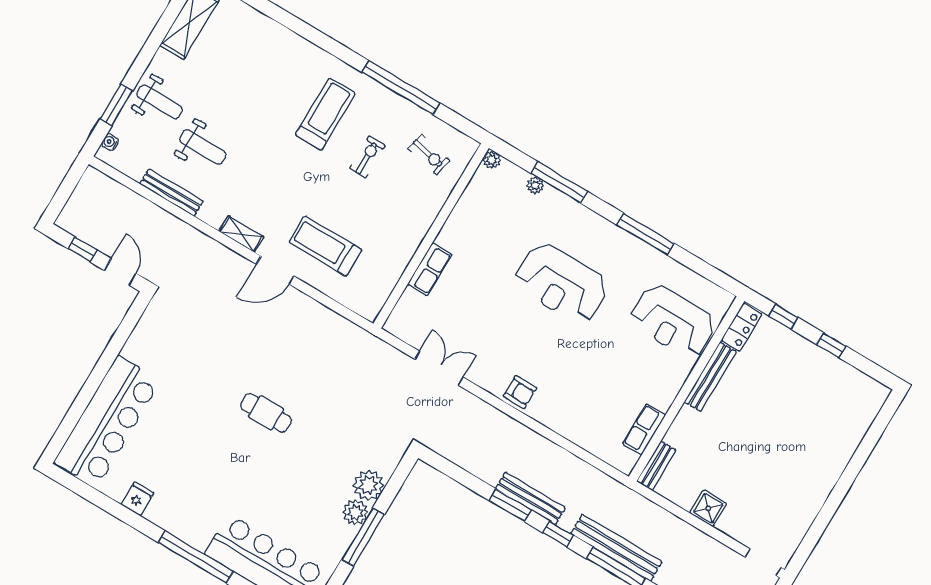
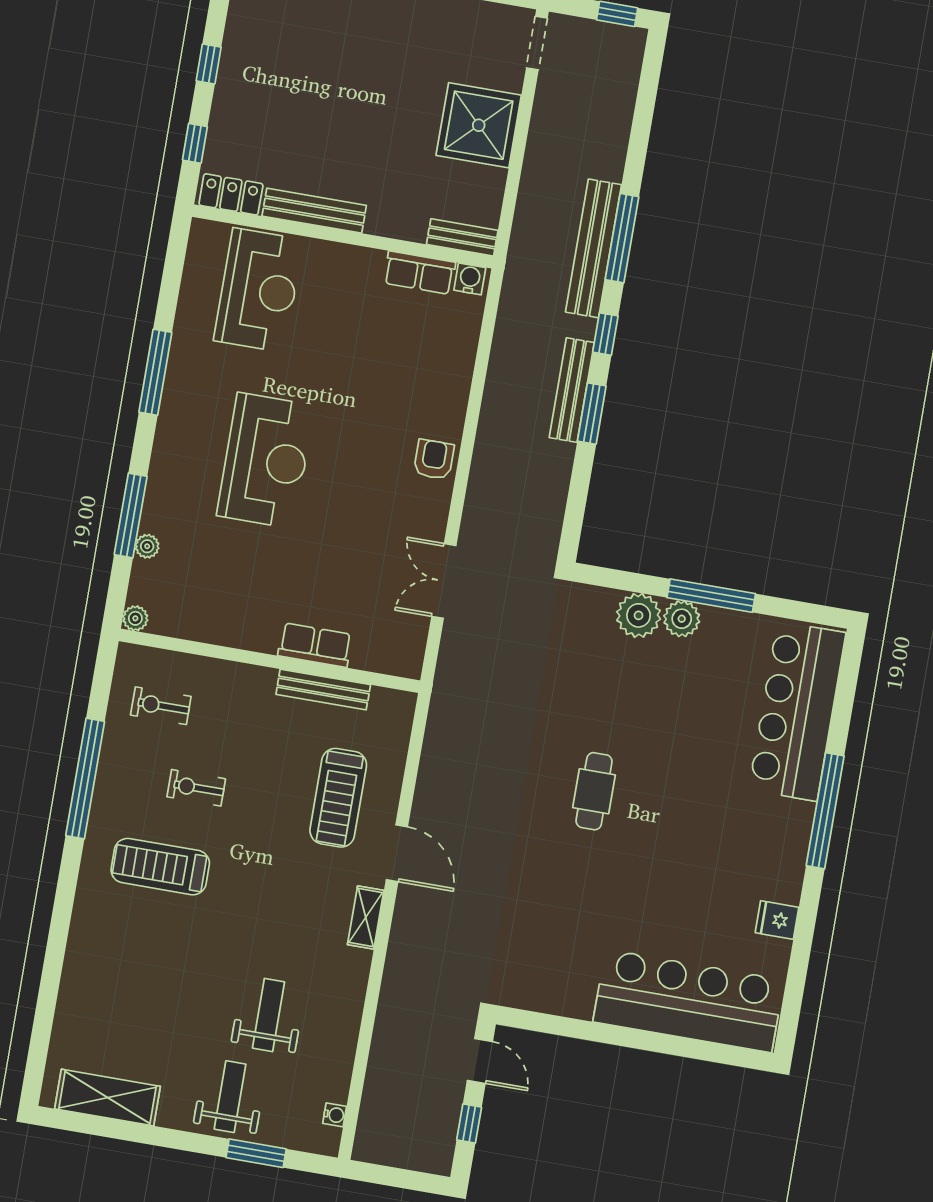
water cooler: (110, 142) -> (335, 1115), moved, turned -90
exercise bike: (429, 155) -> (161, 706), turned -102
bench: (171, 193) -> (323, 689), moved, turned 90
door: (120, 272) -> (480, 1061), swing flipped
water cooler: (628, 460) -> (470, 279), added
shower: (708, 508) -> (479, 125), width x1.86, depth x1.86

